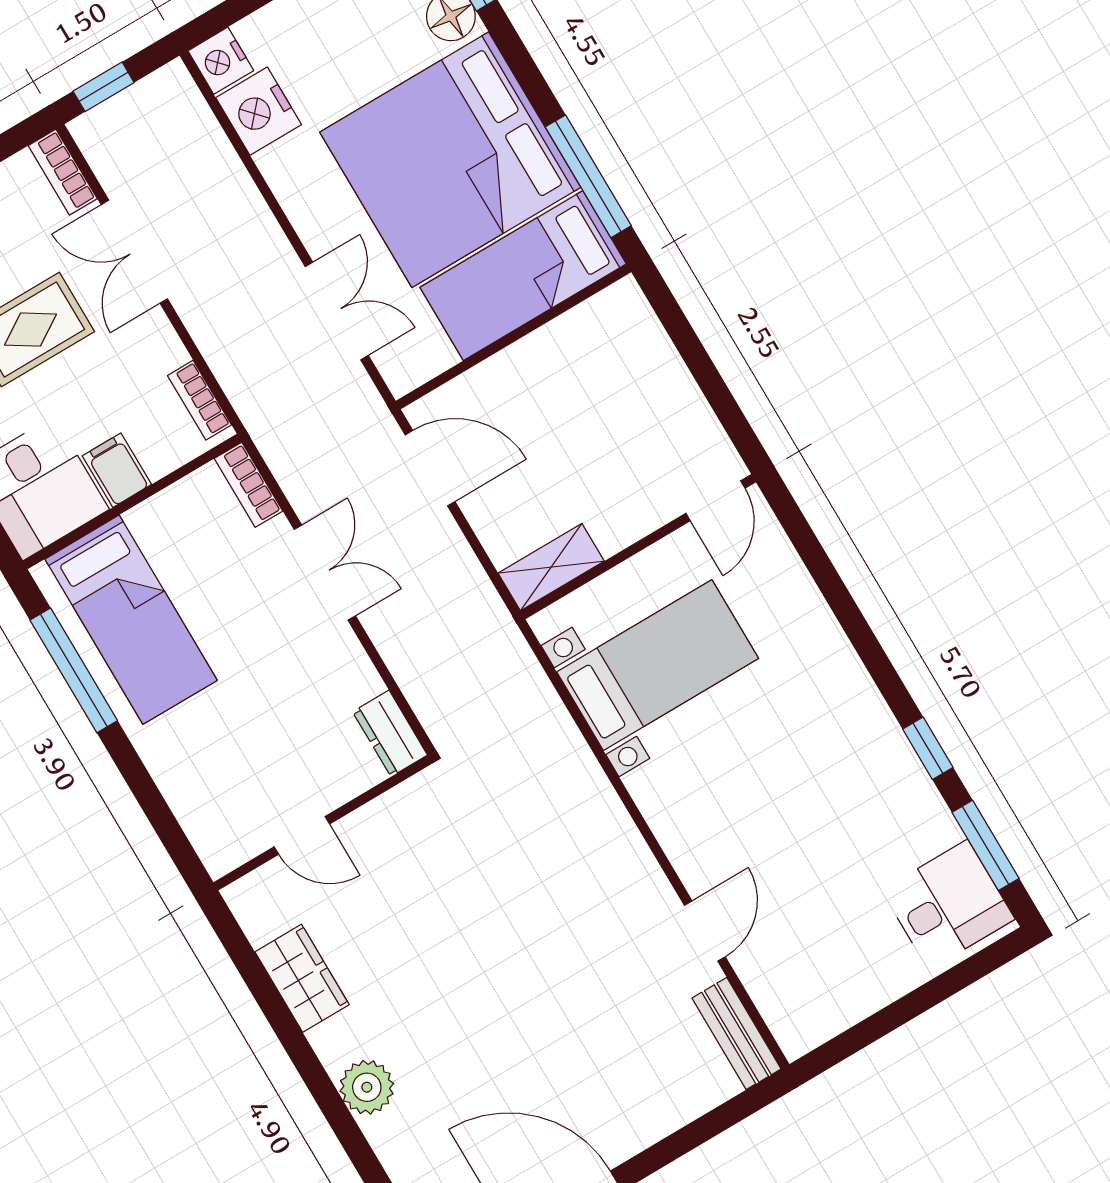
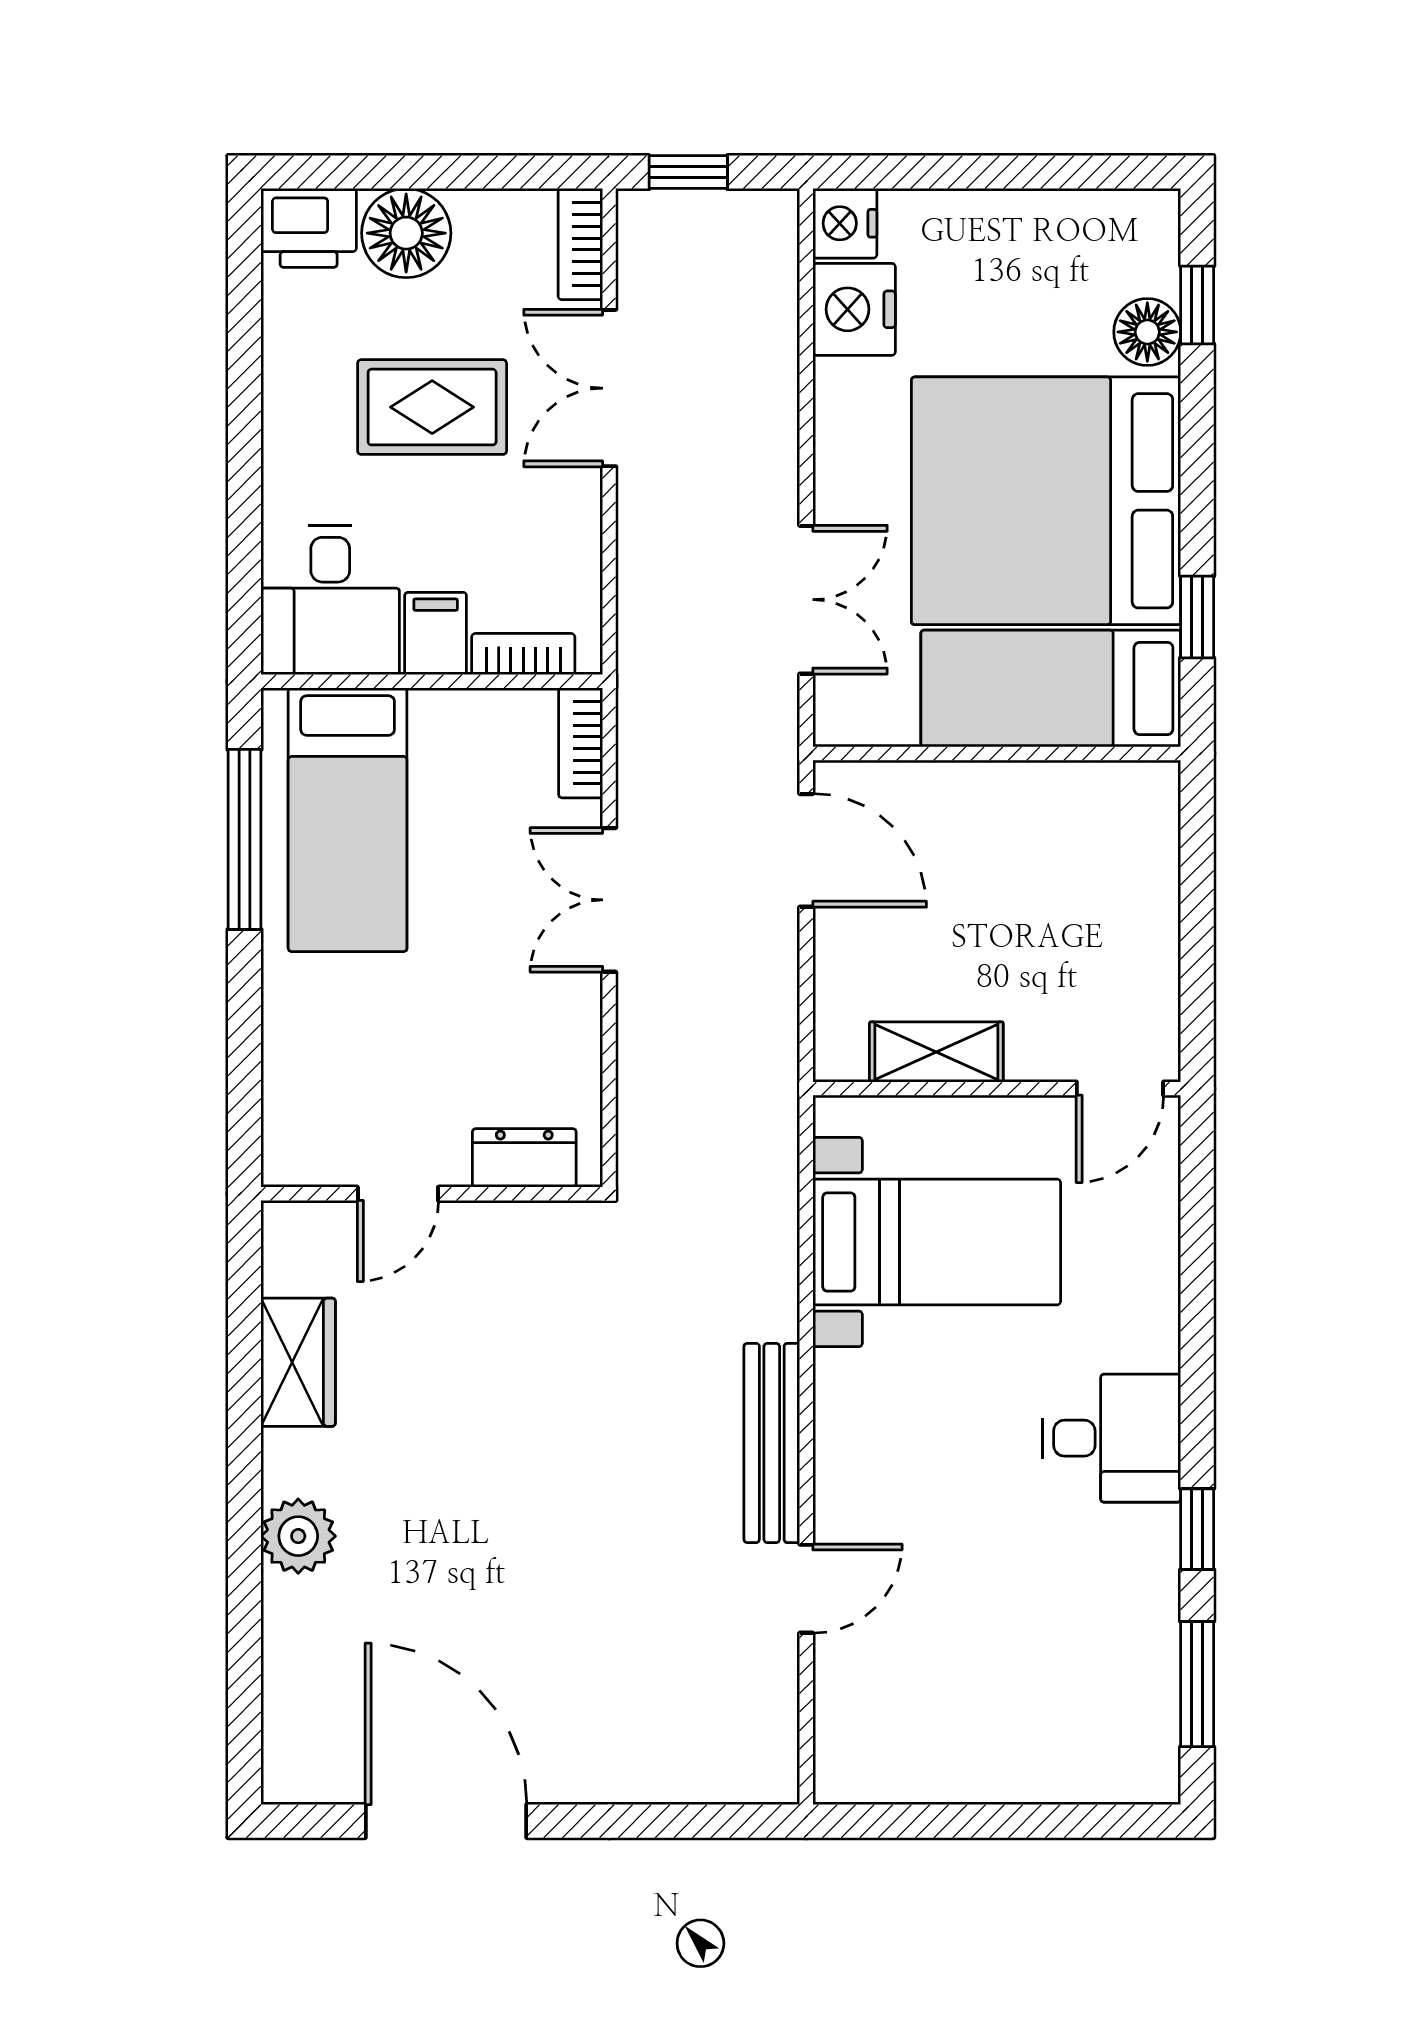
window: (588, 176) -> (1197, 617), width x0.46
bookcase: (199, 400) -> (523, 654), moved, turned 90
shelving: (551, 567) -> (936, 1052), moved
double door: (325, 573) -> (609, 900), swing flipped
dresser: (390, 733) -> (524, 1158), moved, turned 90
door: (302, 835) -> (398, 1194), hinge flipped
desk: (948, 905) -> (1112, 1438), moved
bench: (736, 1034) -> (772, 1443), moved, width x1.36

